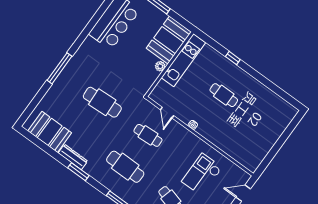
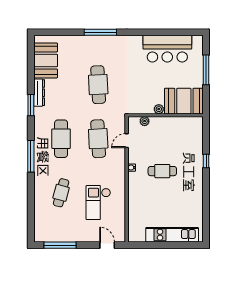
kitchen unit: (183, 60) -> (172, 235), moved, turned 180
plant: (162, 85) -> (145, 121), added
cafe table: (224, 95) -> (162, 171), moved, turned 90
cafe table: (148, 135) -> (98, 139), width x1.37, depth x1.35
checkout: (202, 174) -> (98, 203), turned -90

